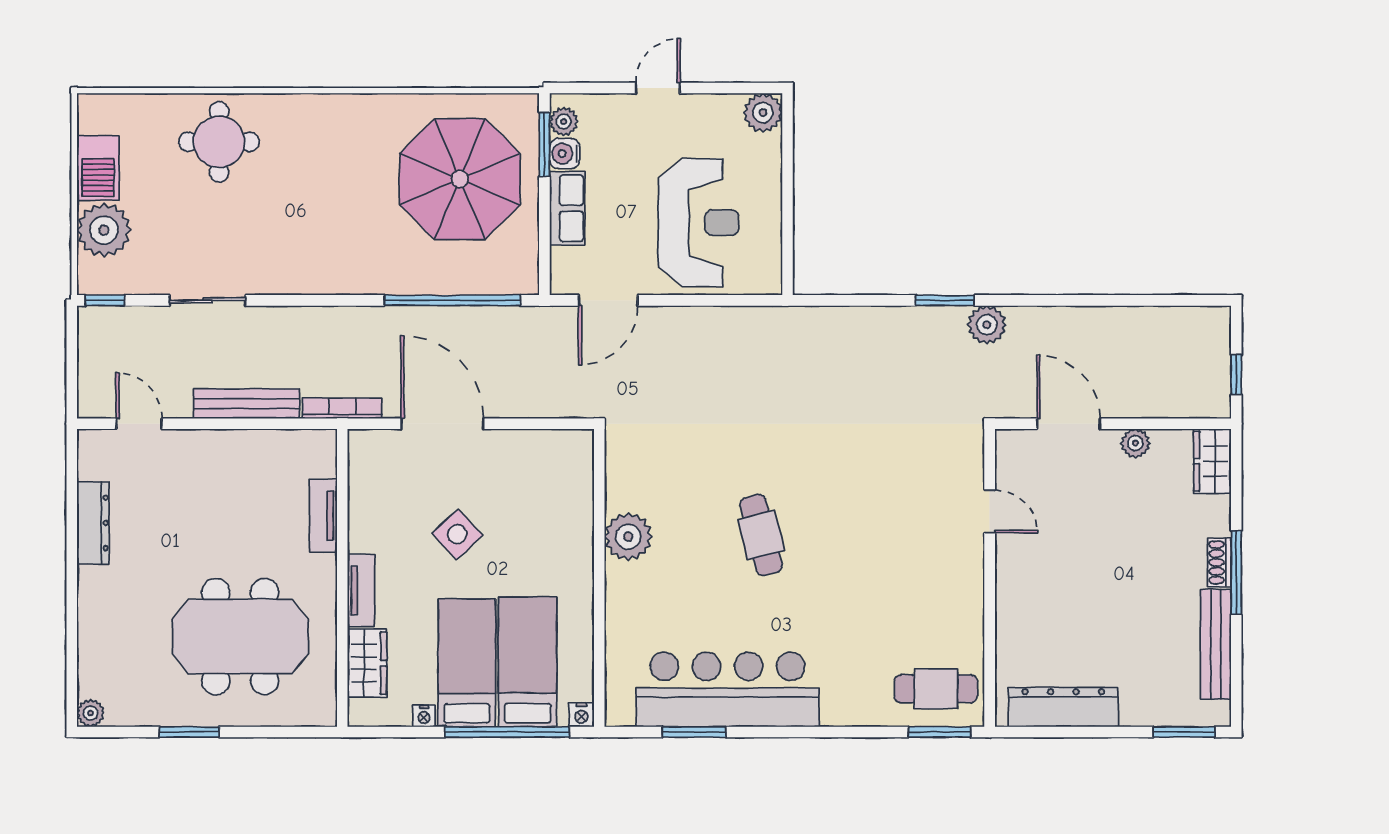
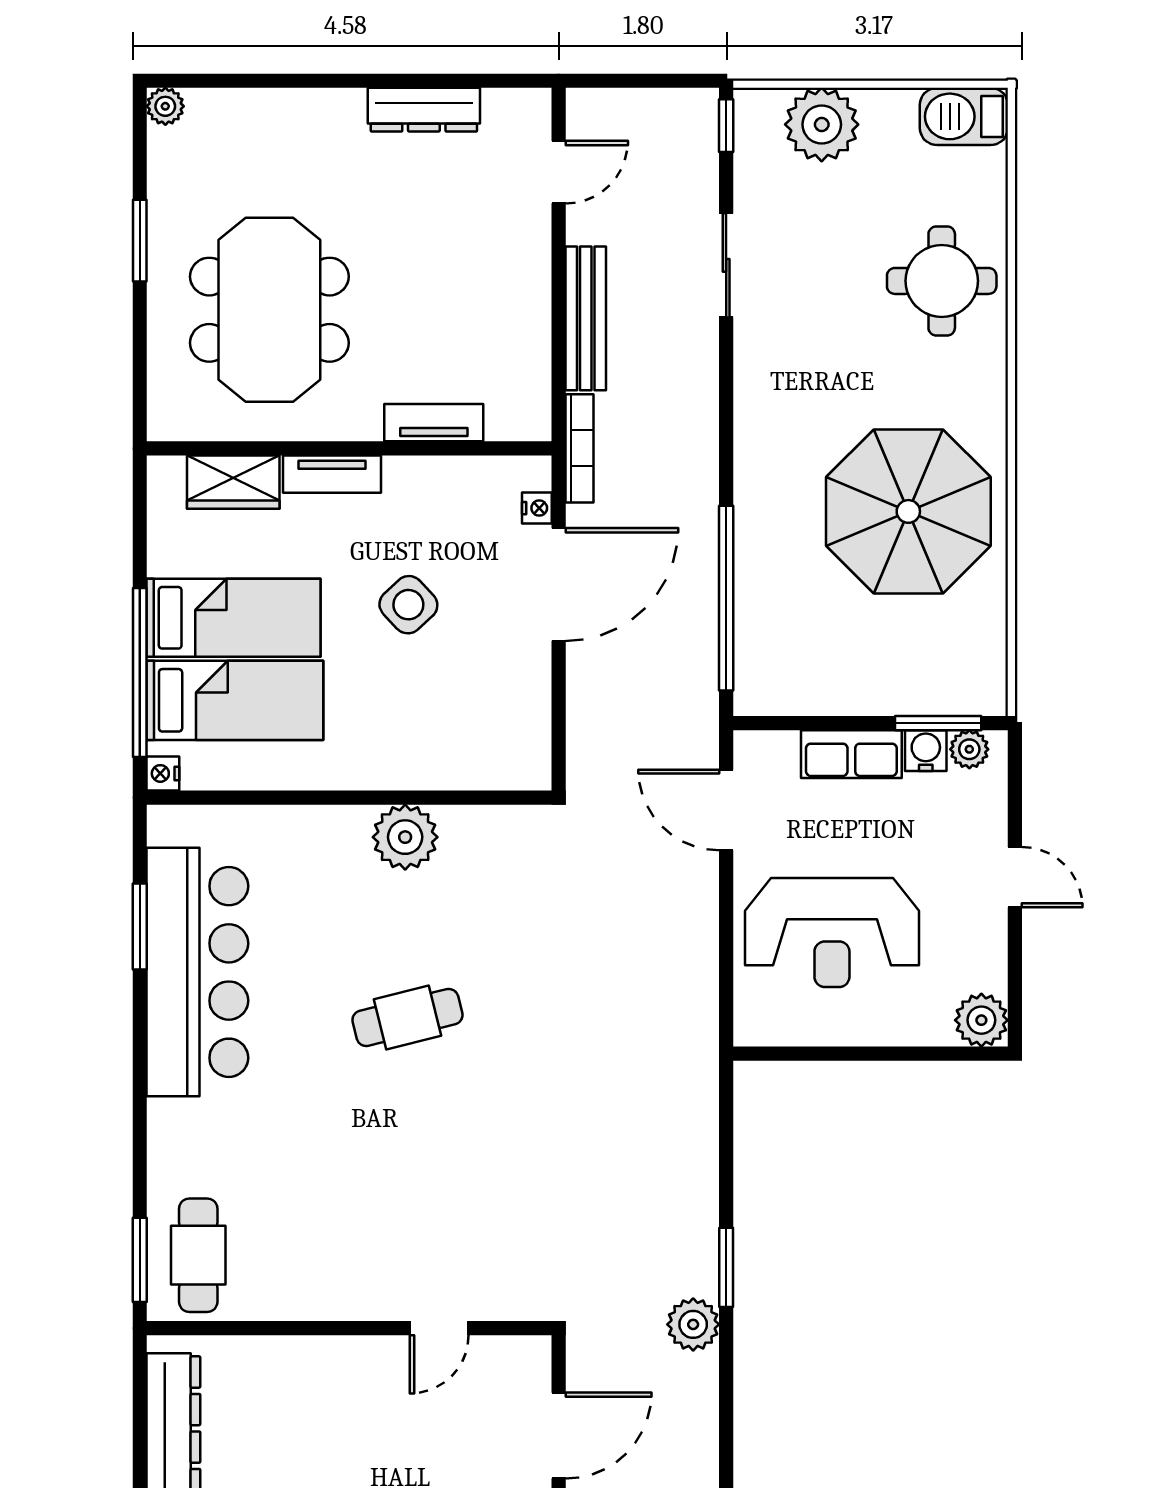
barbecue: (98, 168) -> (964, 116), moved
parasol: (460, 179) -> (908, 511), moved
nightstand: (424, 716) -> (537, 508), moved, turned 180

